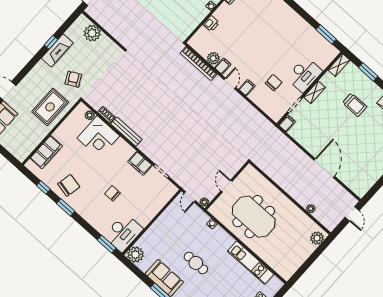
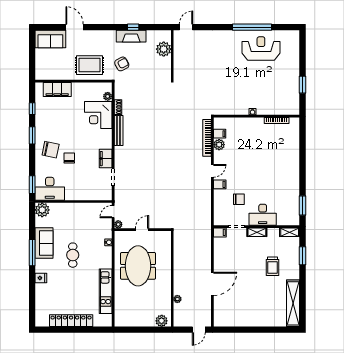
printer: (211, 24) -> (241, 122), removed
filing cabinet: (223, 66) -> (220, 134), moved
chair: (69, 185) -> (51, 150), moved

